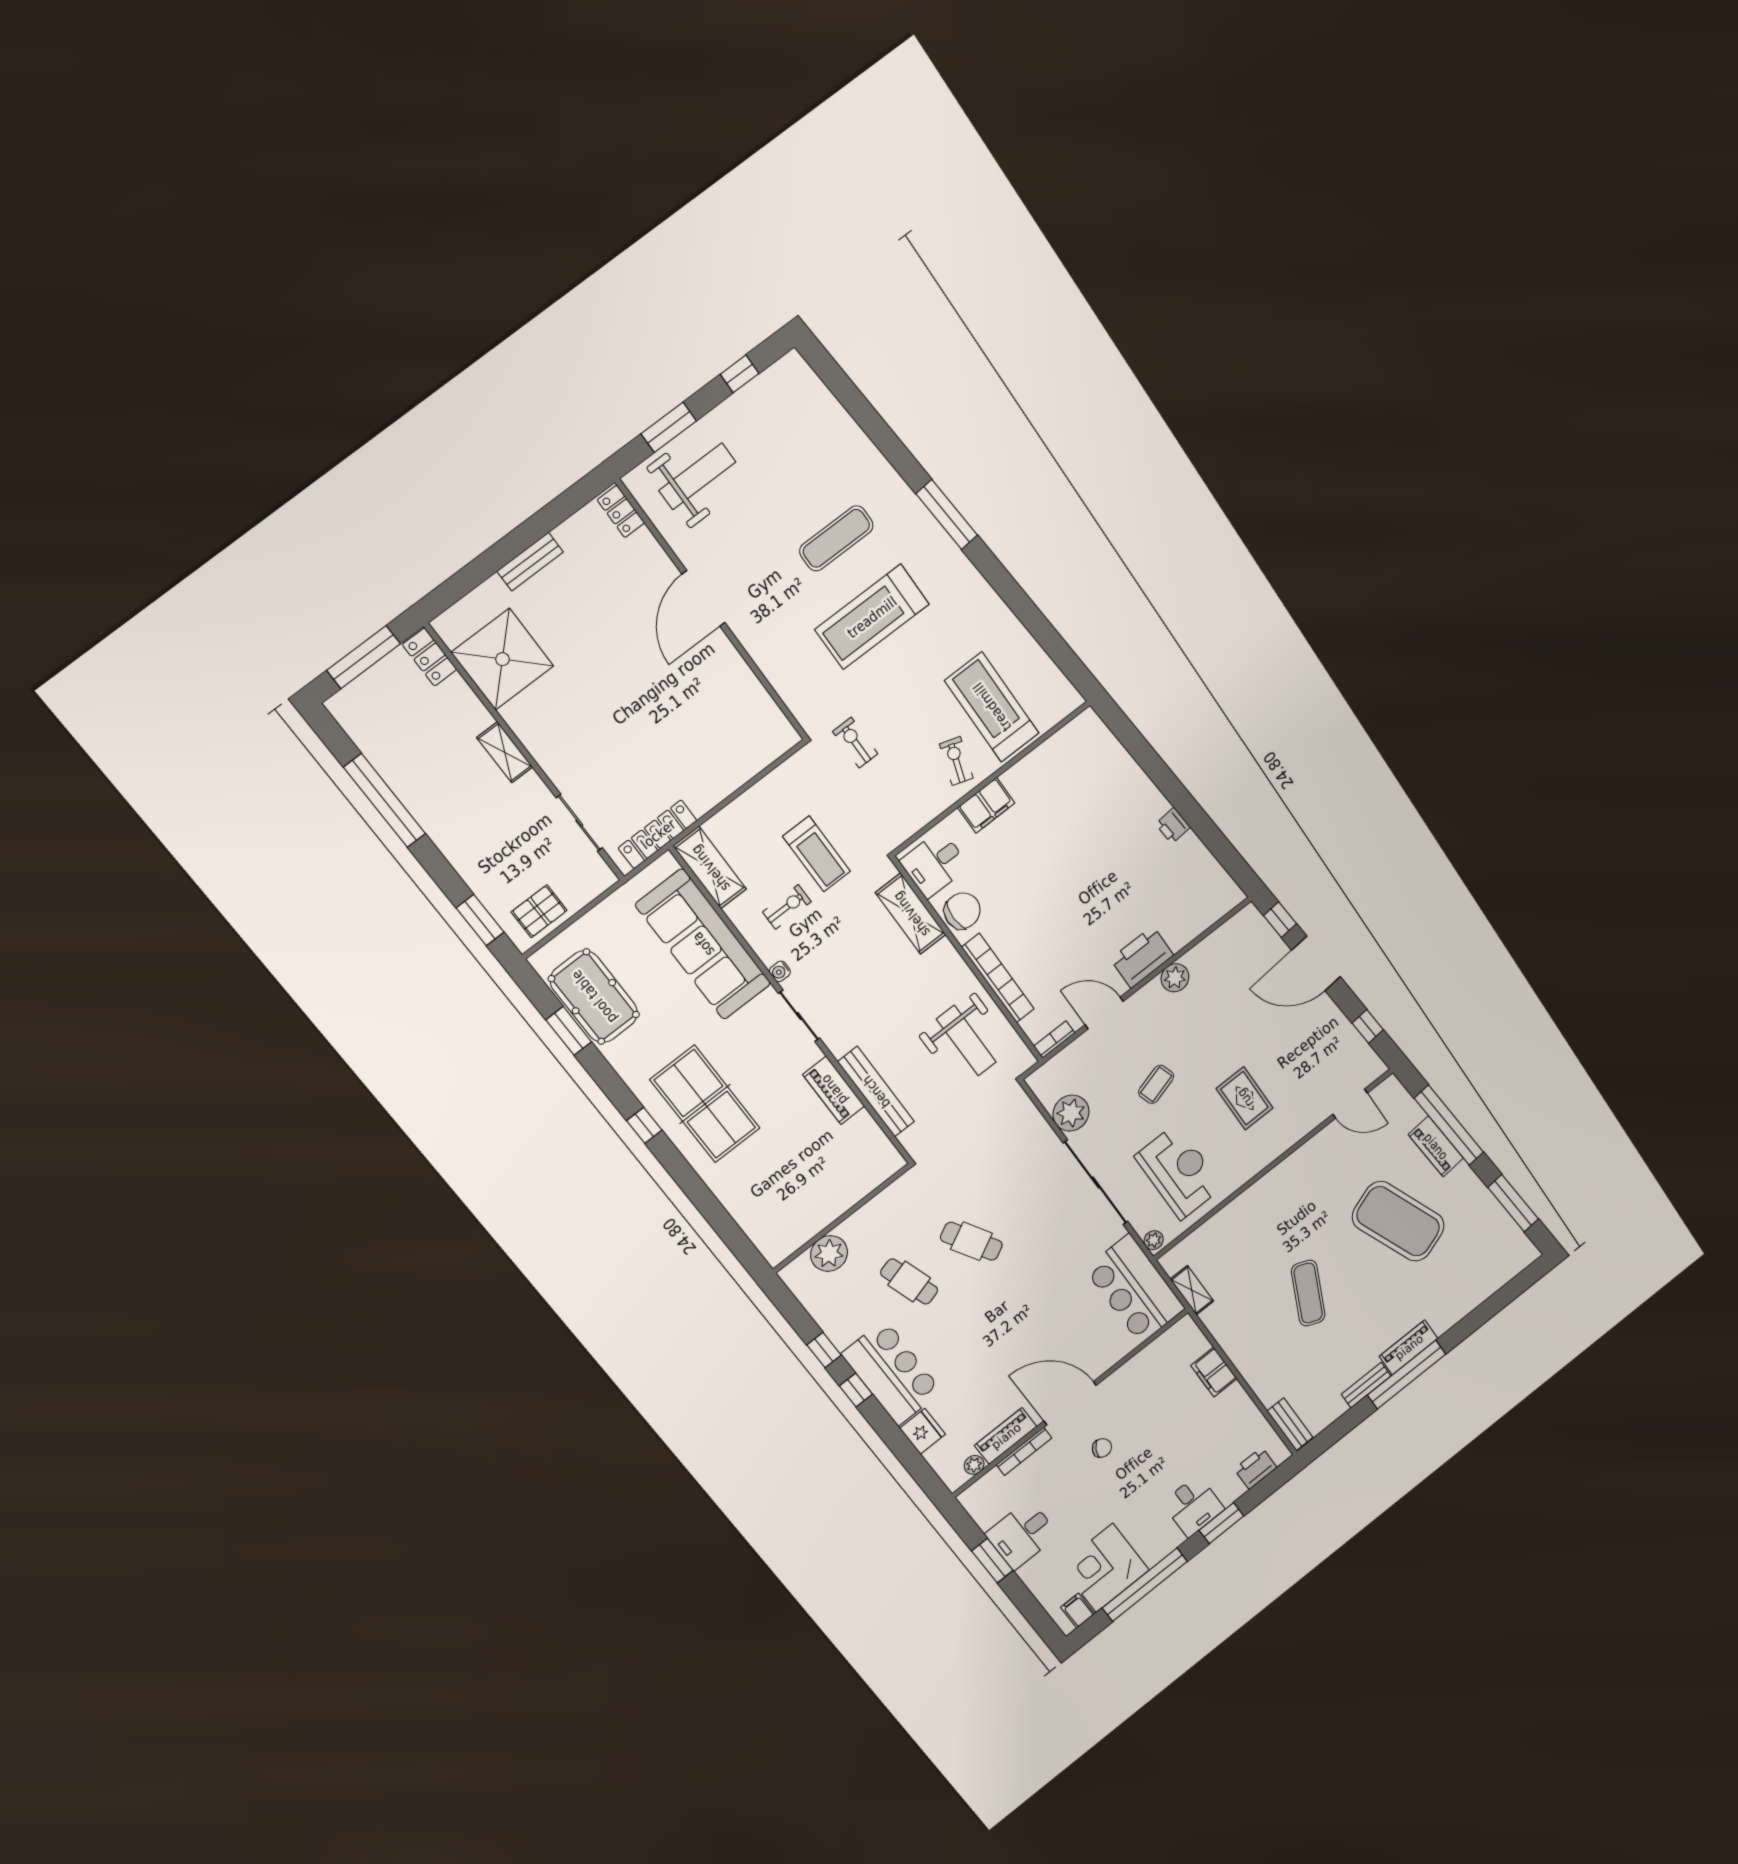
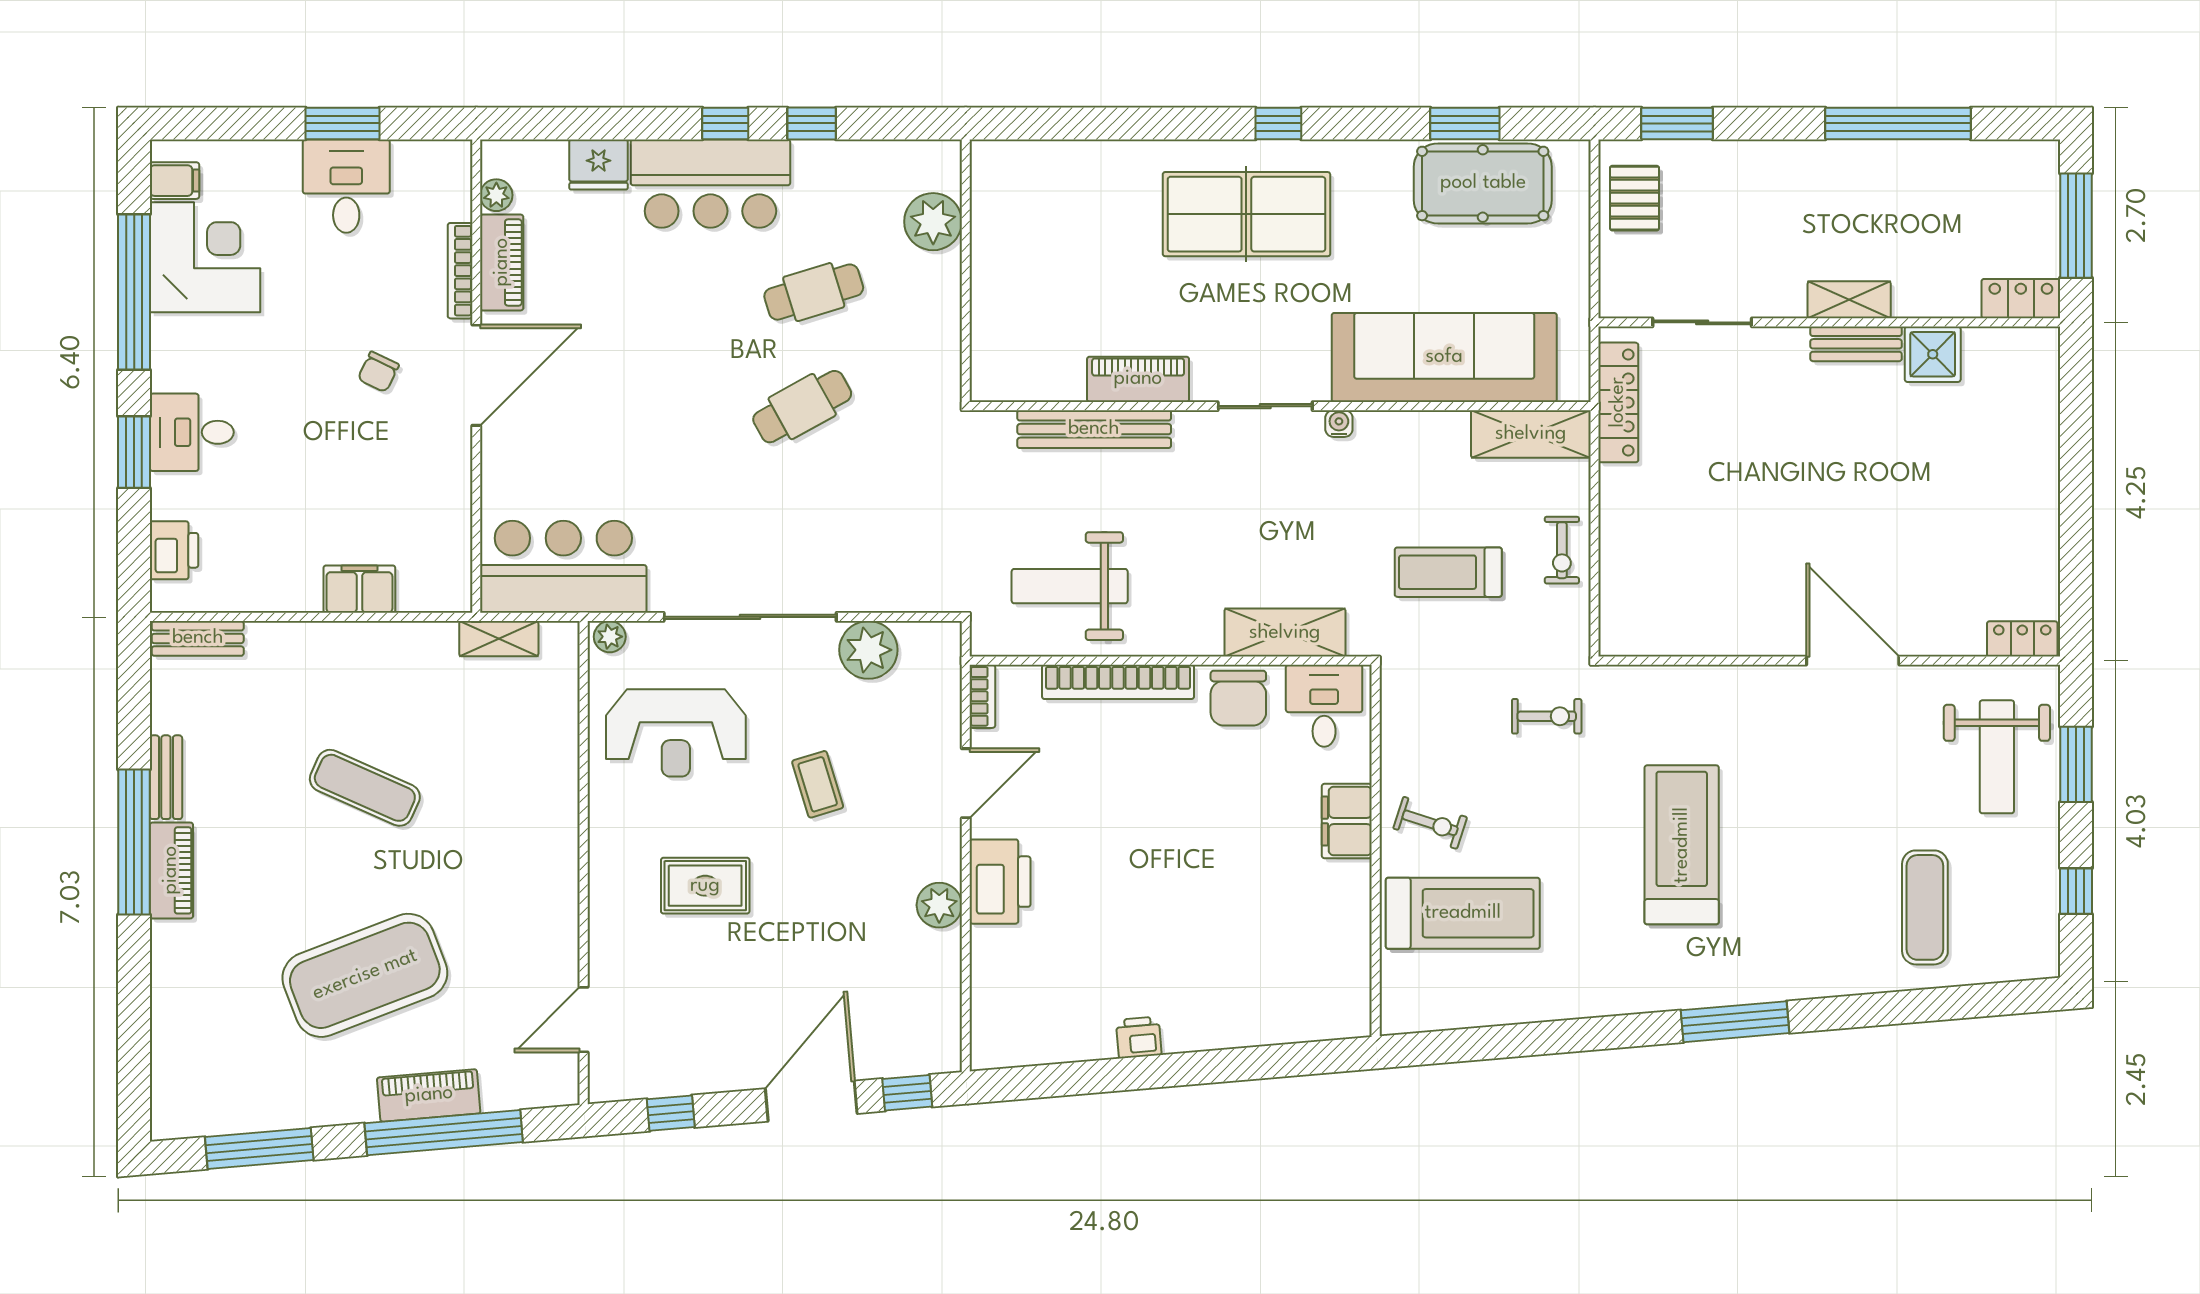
exercise mat: (836, 538) -> (1925, 907), moved
bench: (530, 562) -> (1856, 344), moved, turned 90
shower: (502, 659) -> (1933, 354), width x0.54, depth x0.54
exercise bike: (787, 907) -> (1562, 550), moved

